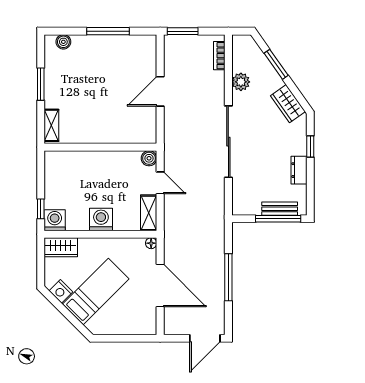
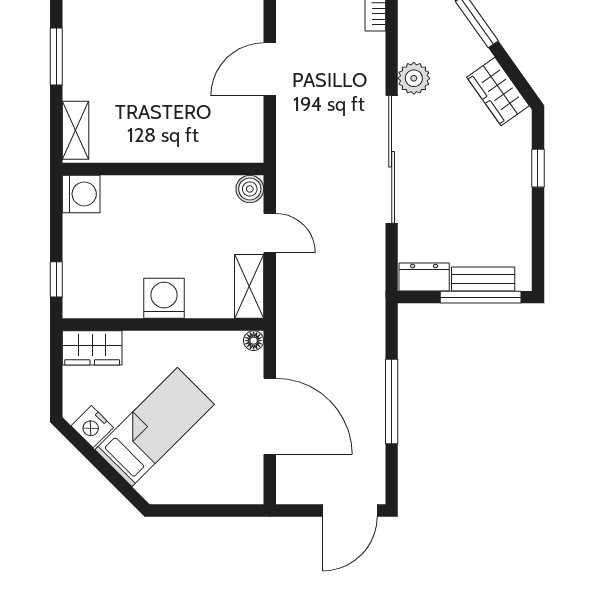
plant: (241, 82) -> (414, 78), moved
dresser: (299, 170) -> (424, 277), moved, turned 90
washing machine: (55, 220) -> (81, 194), moved, turned 90

